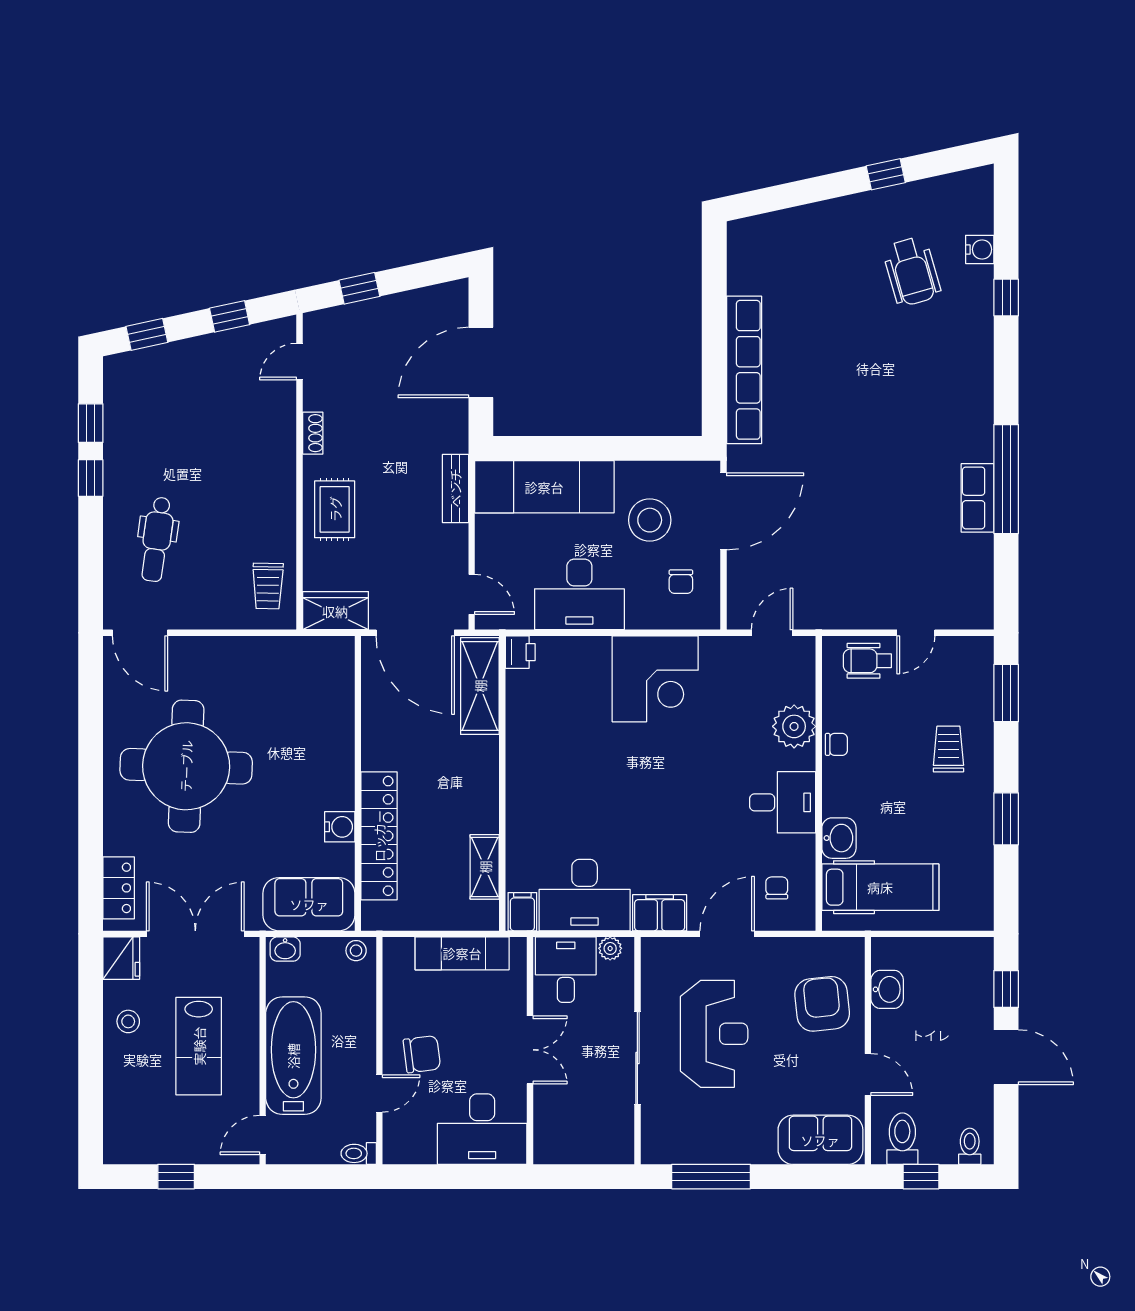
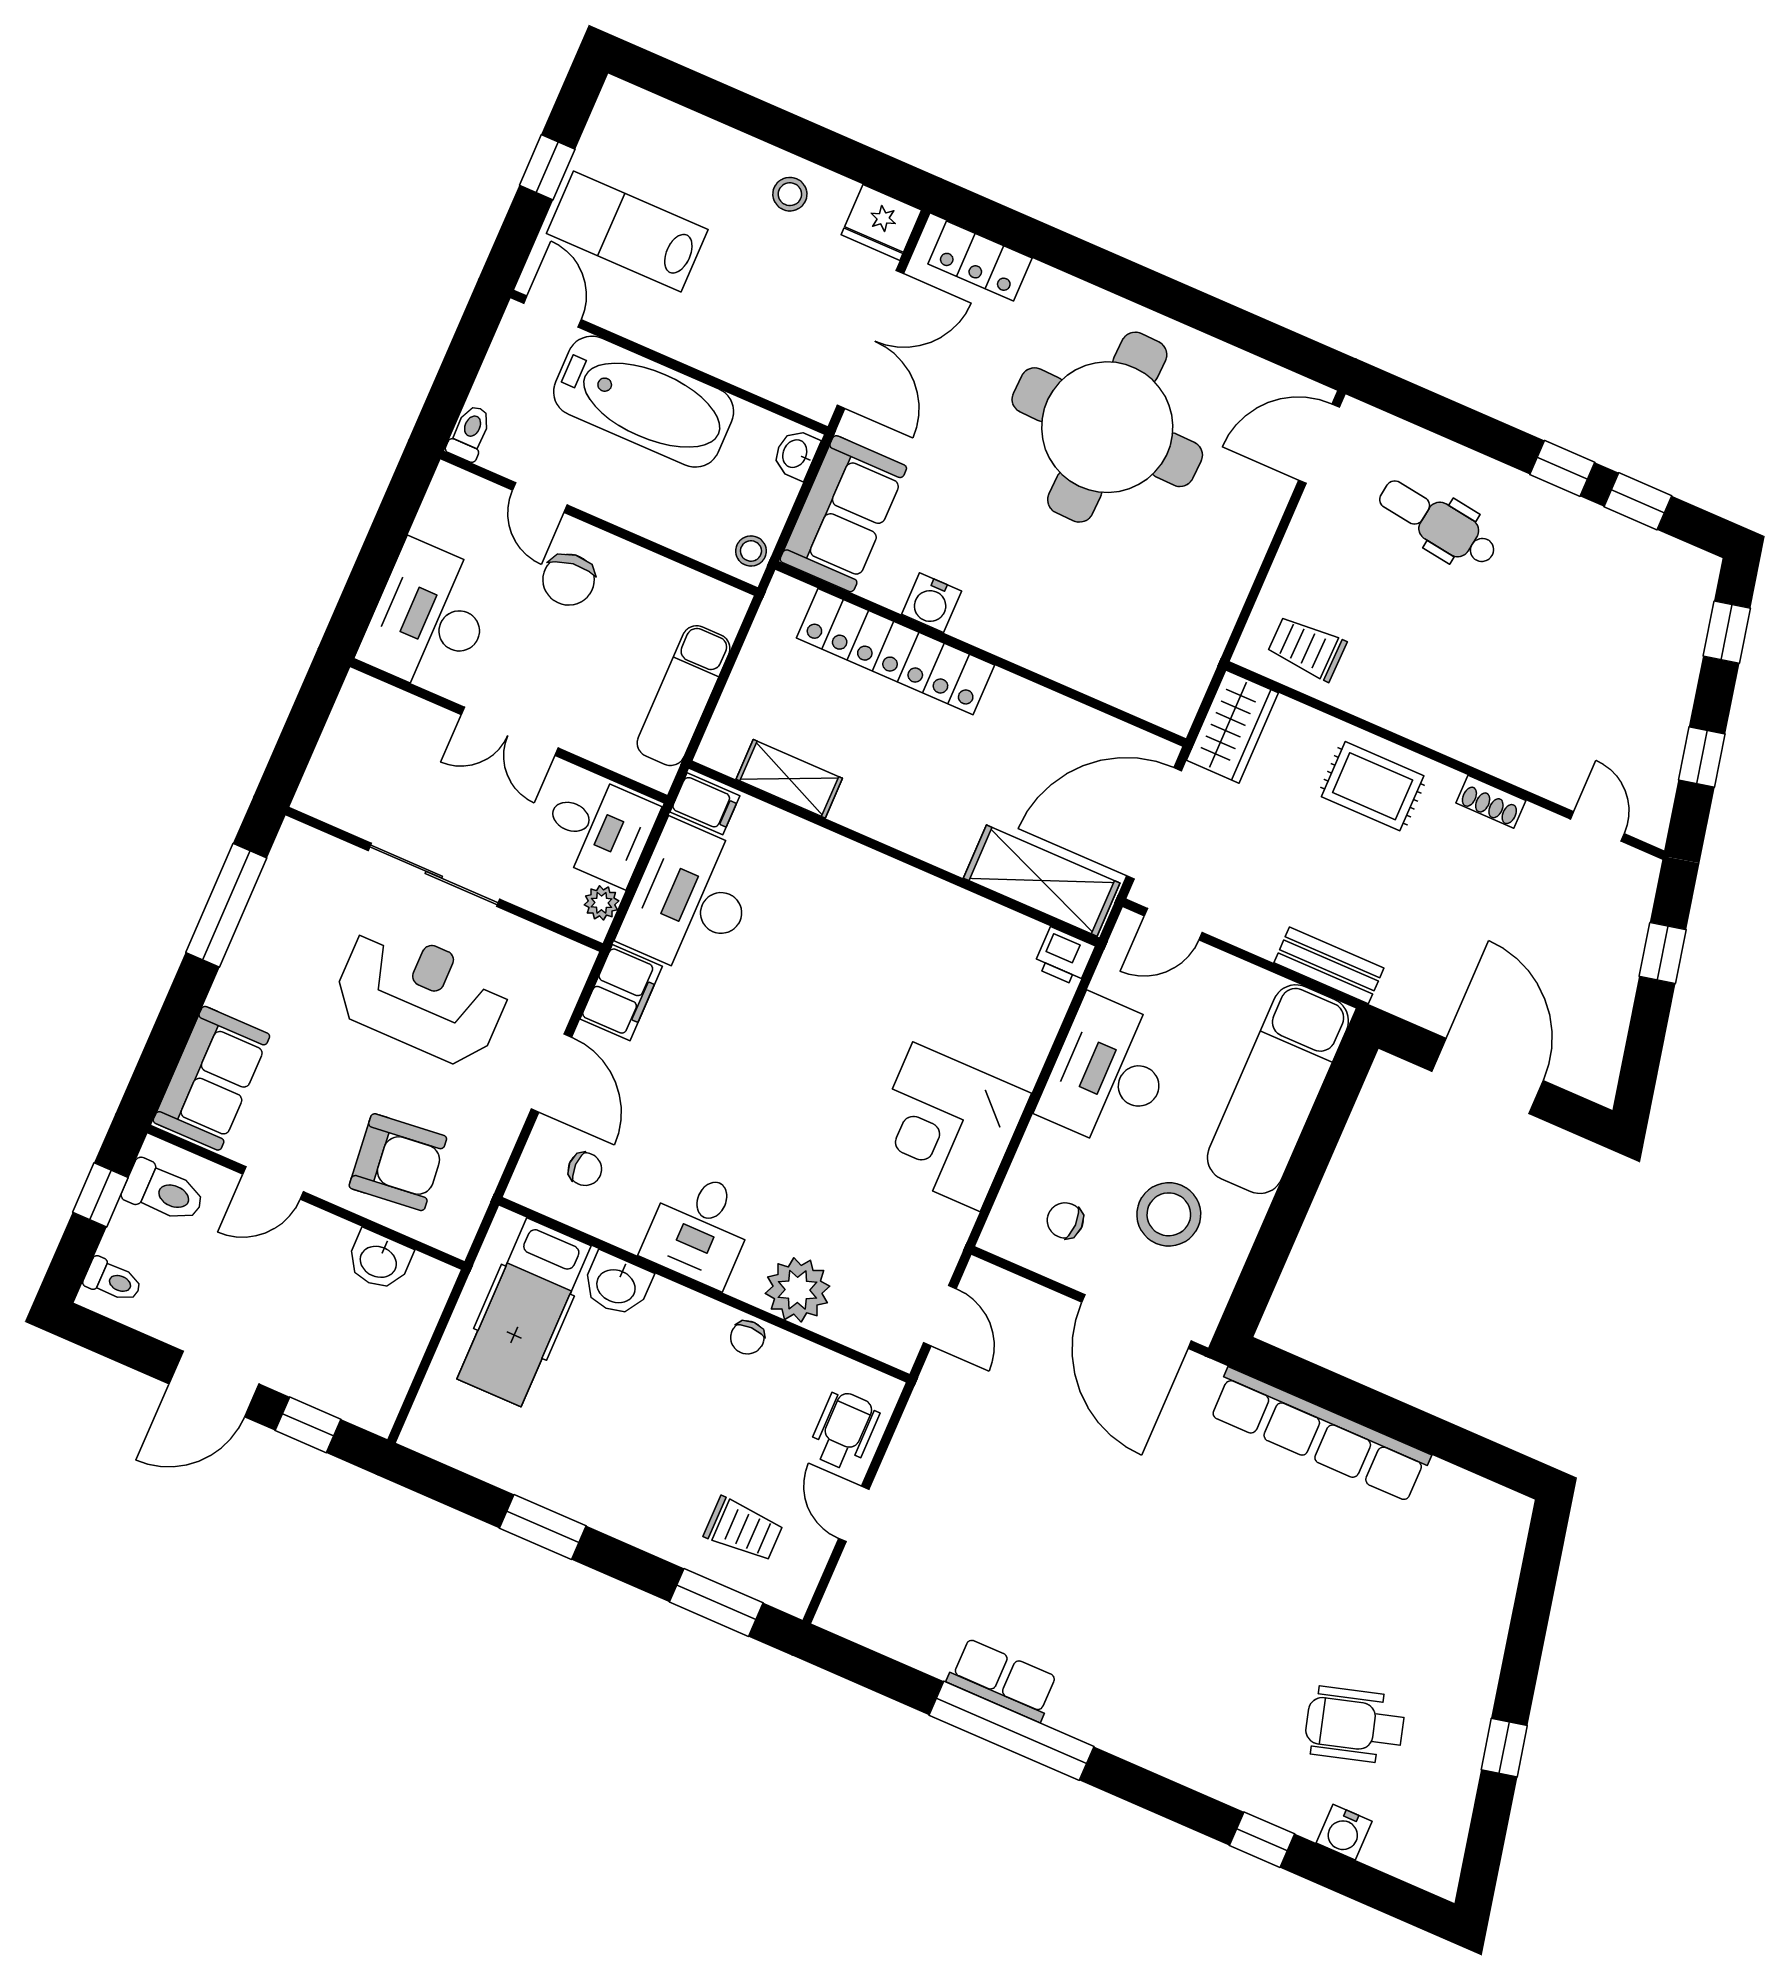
trolley: (948, 749) -> (743, 1529), moved
reception desk: (714, 1034) -> (421, 995), turned 180
lab bench: (199, 1046) -> (627, 231), moved

